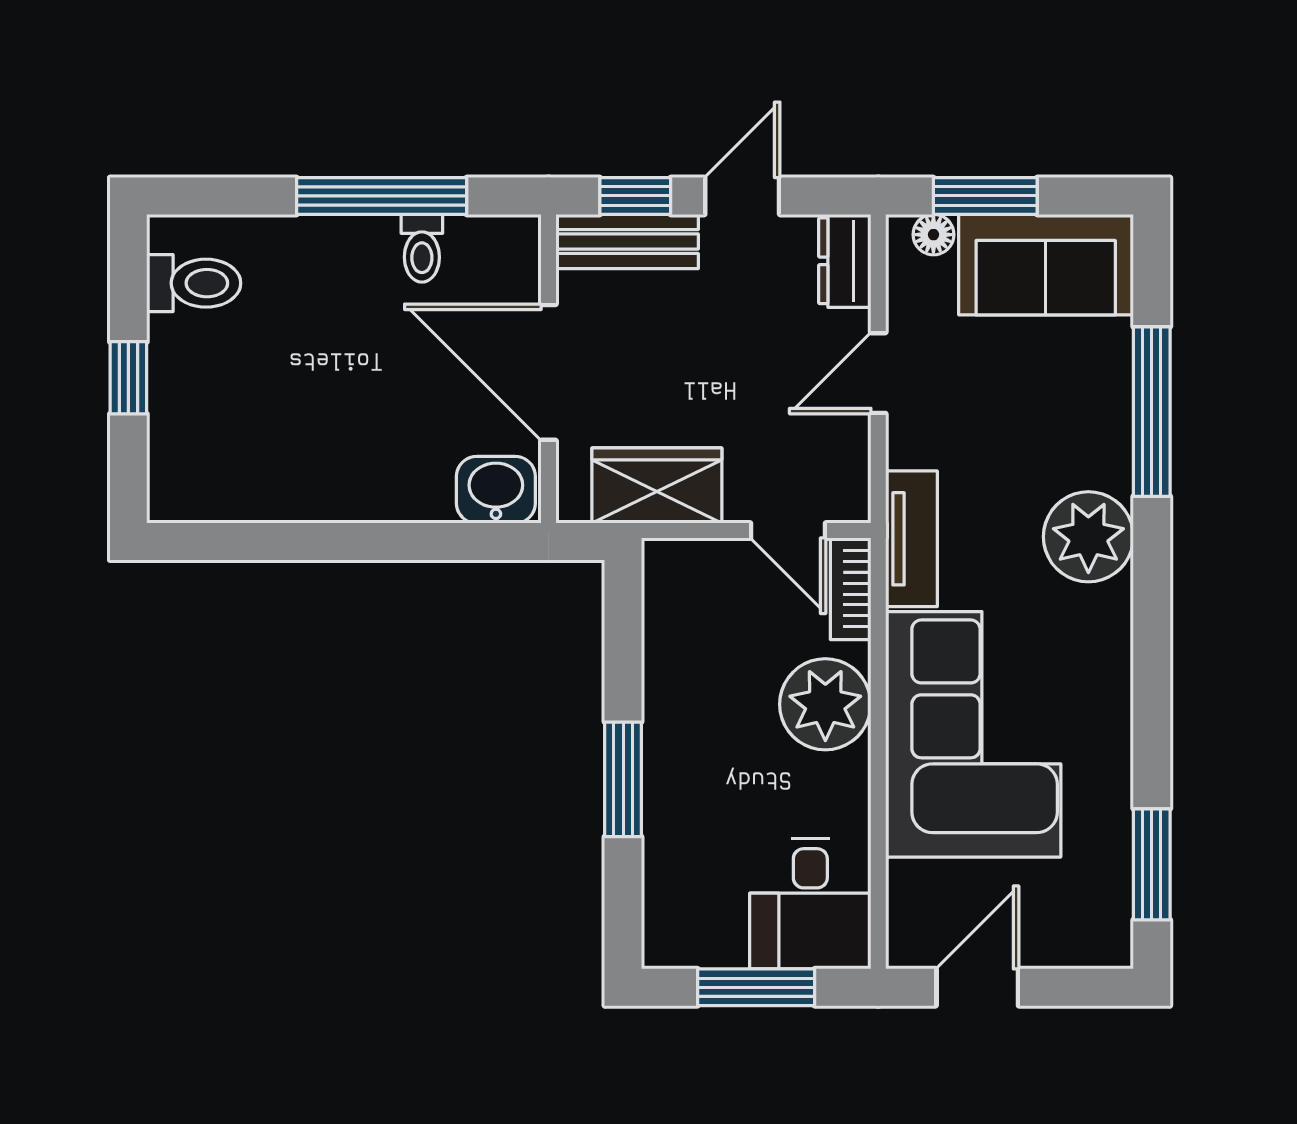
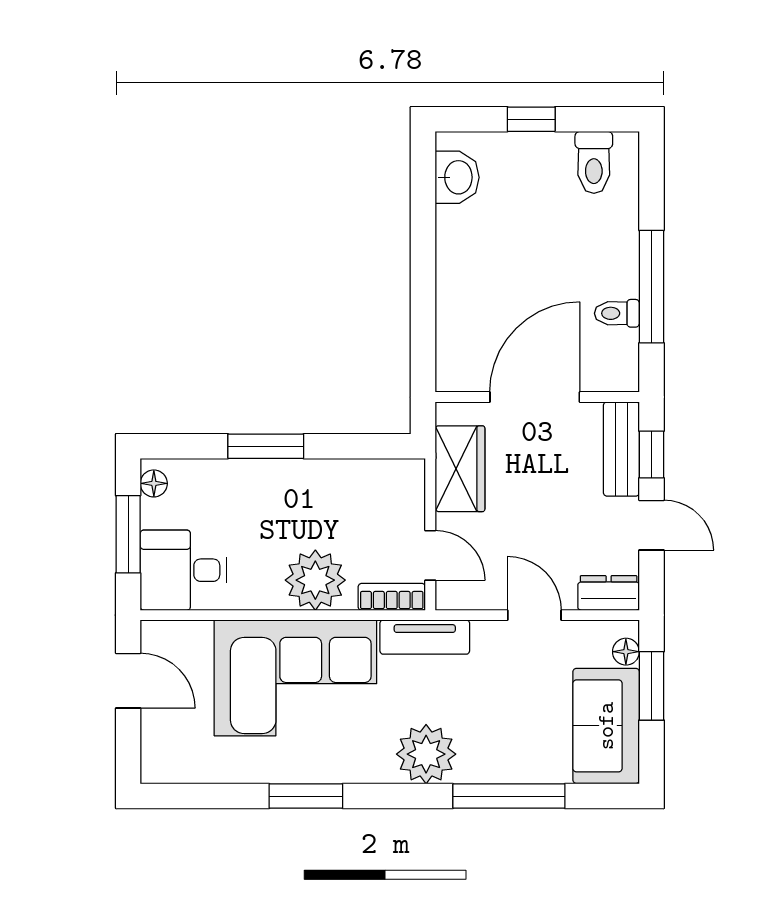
washbasin: (496, 490) -> (457, 177), moved
door: (788, 531) -> (430, 555), swing flipped
window: (1152, 864) -> (306, 796), moved
floor lamp: (679, 949) -> (154, 483), added

